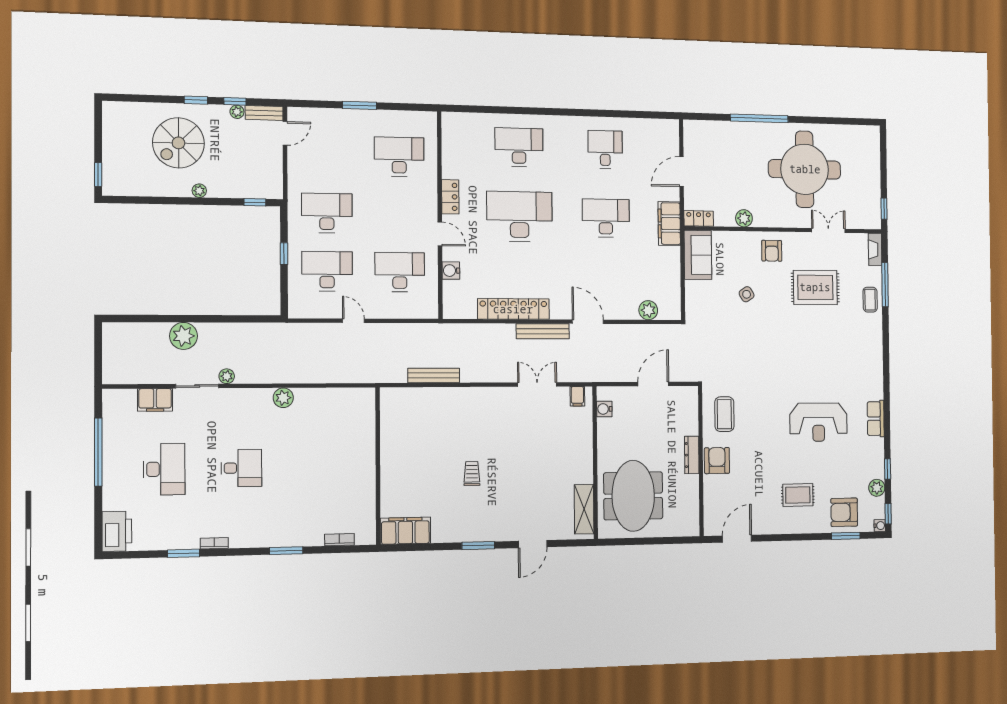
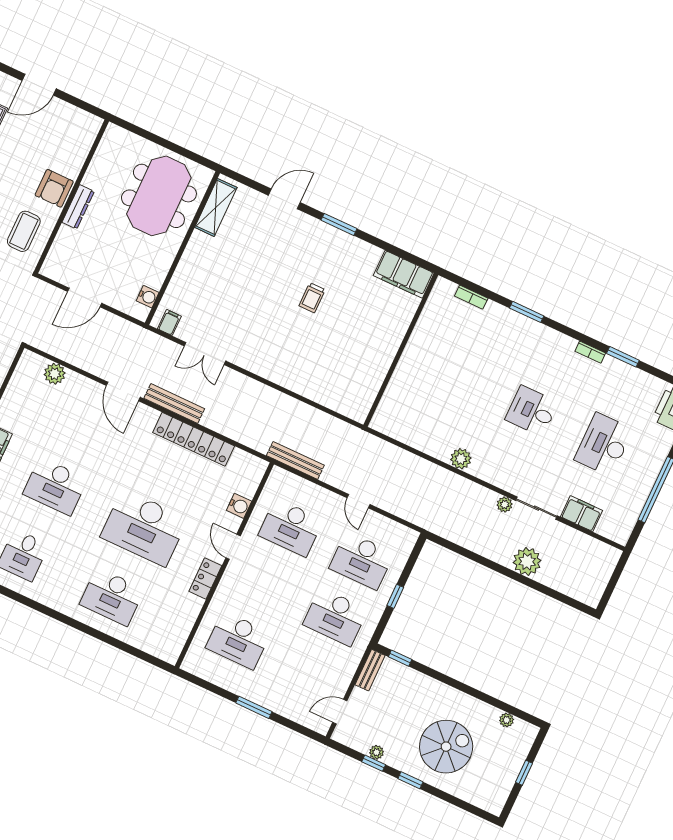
bench: (264, 113) -> (370, 670), moved, turned 90
window: (98, 175) -> (524, 773), moved
plant: (199, 191) -> (507, 720), moved
bench: (434, 375) -> (295, 460), moved
door: (737, 539) -> (39, 85), moved

